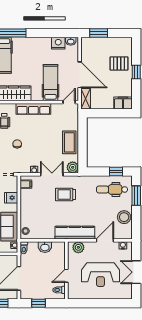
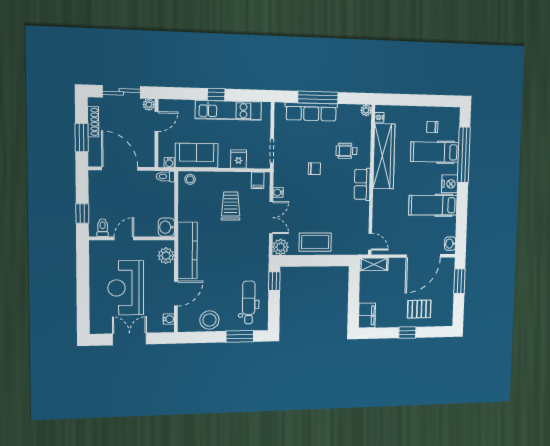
nightstand: (58, 43) -> (450, 184), moved
pallet: (119, 63) -> (419, 309), turned 90
door: (80, 75) -> (423, 256), moved
hospital bed: (50, 83) -> (433, 205), moved, turned 180
row of seats: (33, 109) -> (362, 184), width x0.68
window: (116, 171) -> (274, 281), moved
trolley: (66, 194) -> (231, 206), moved
door: (105, 240) -> (176, 294), hinge flipped
washbasin: (45, 247) -> (166, 227), moved
door: (66, 276) -> (124, 238), hinge flipped
window: (39, 303) -> (82, 214), moved

